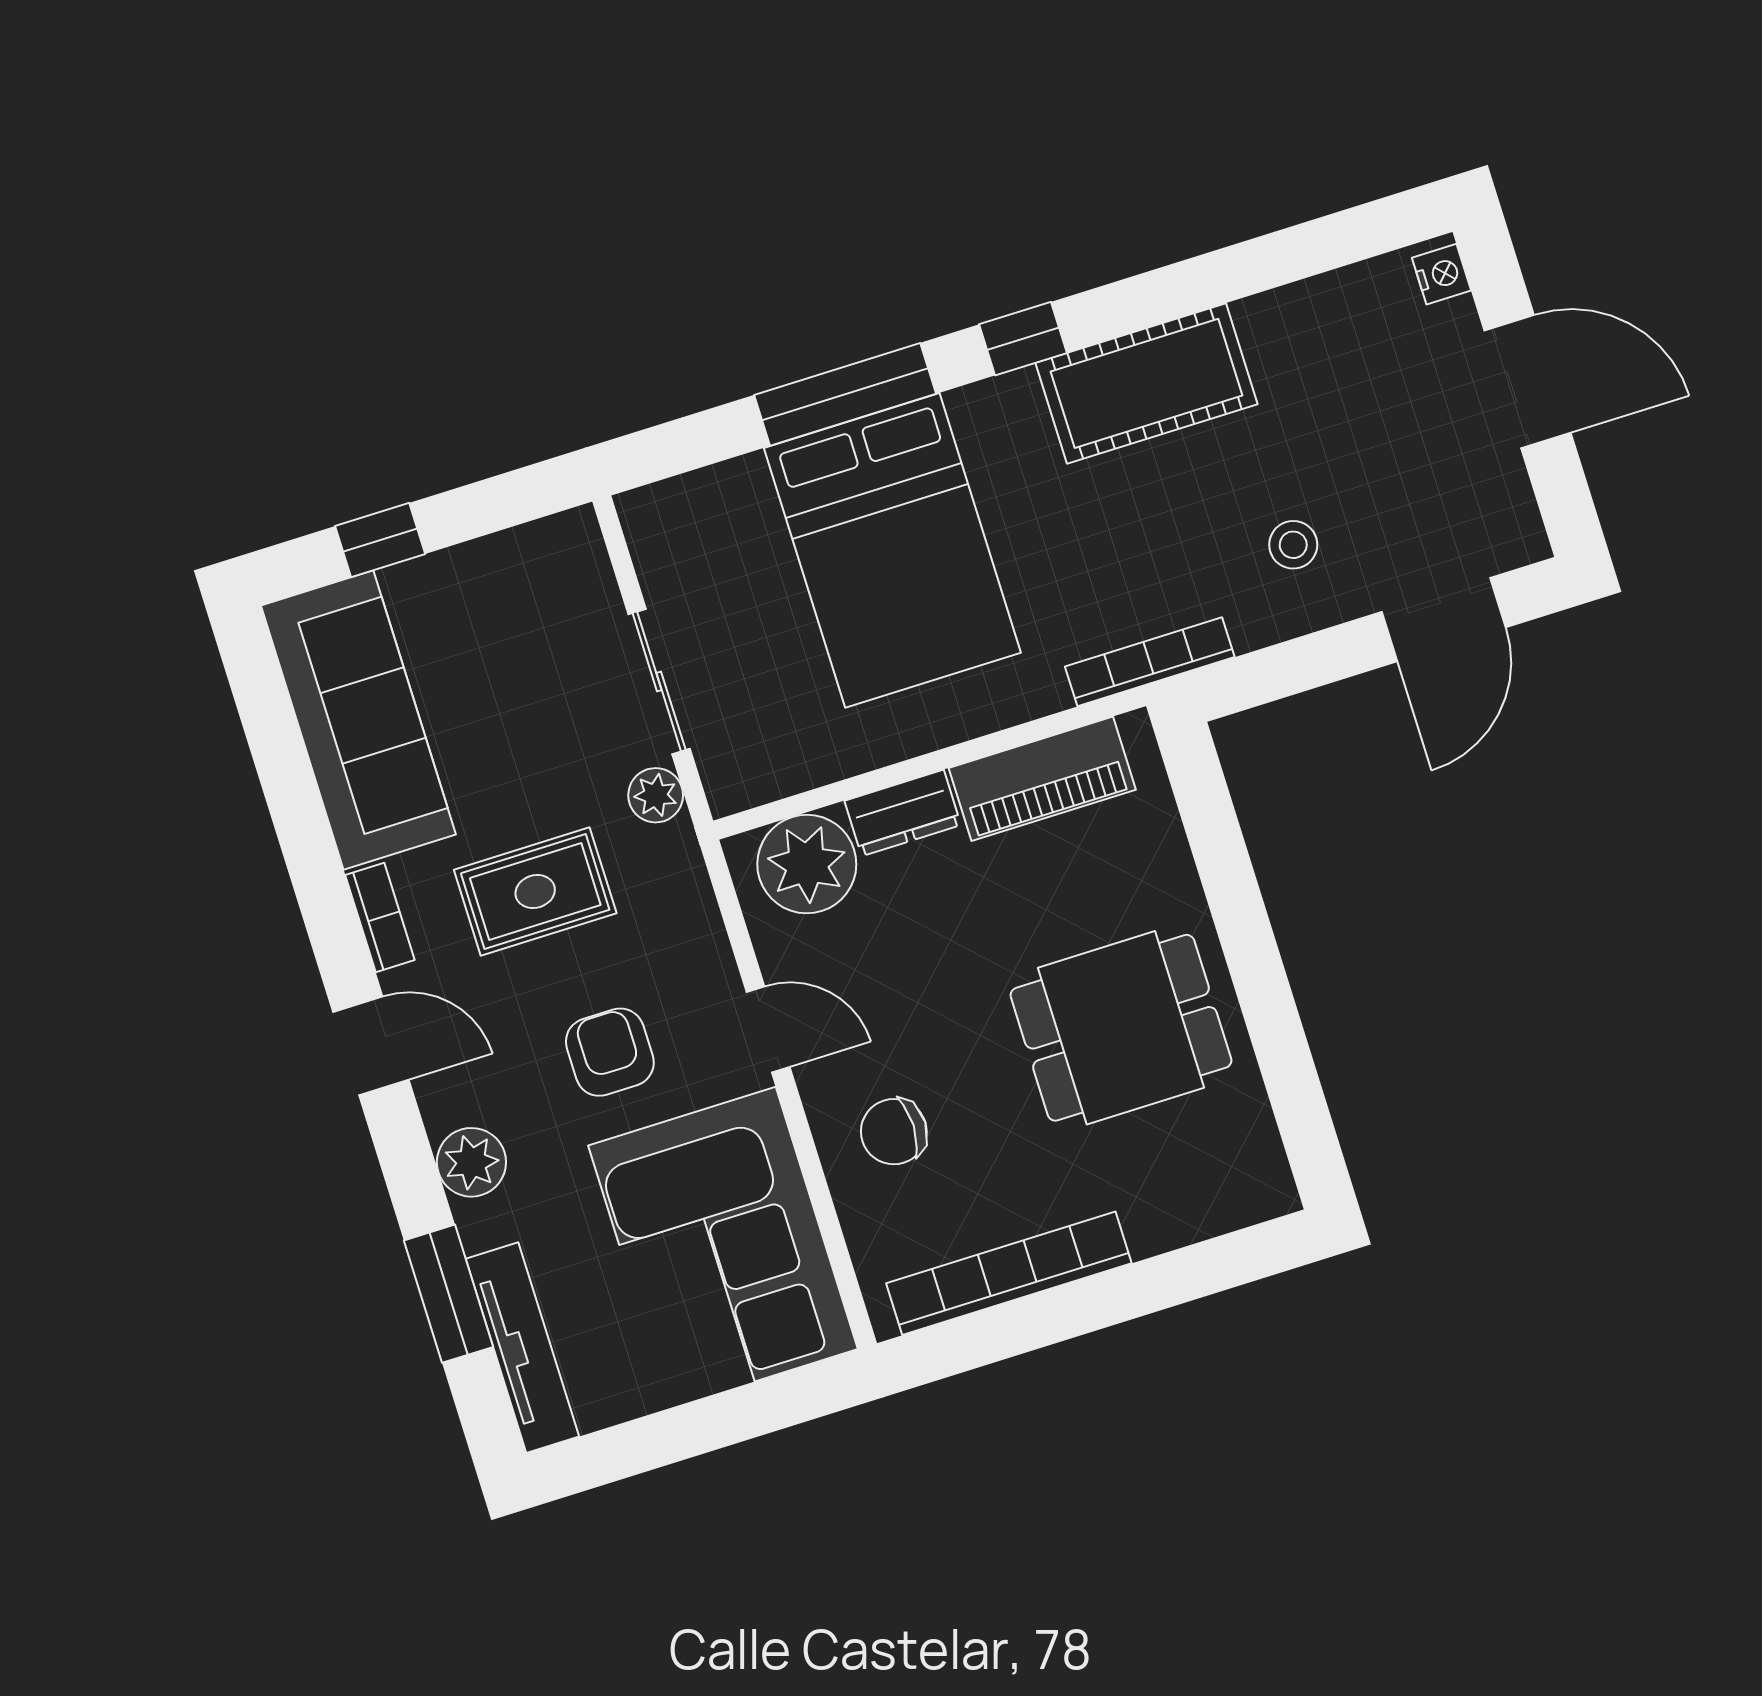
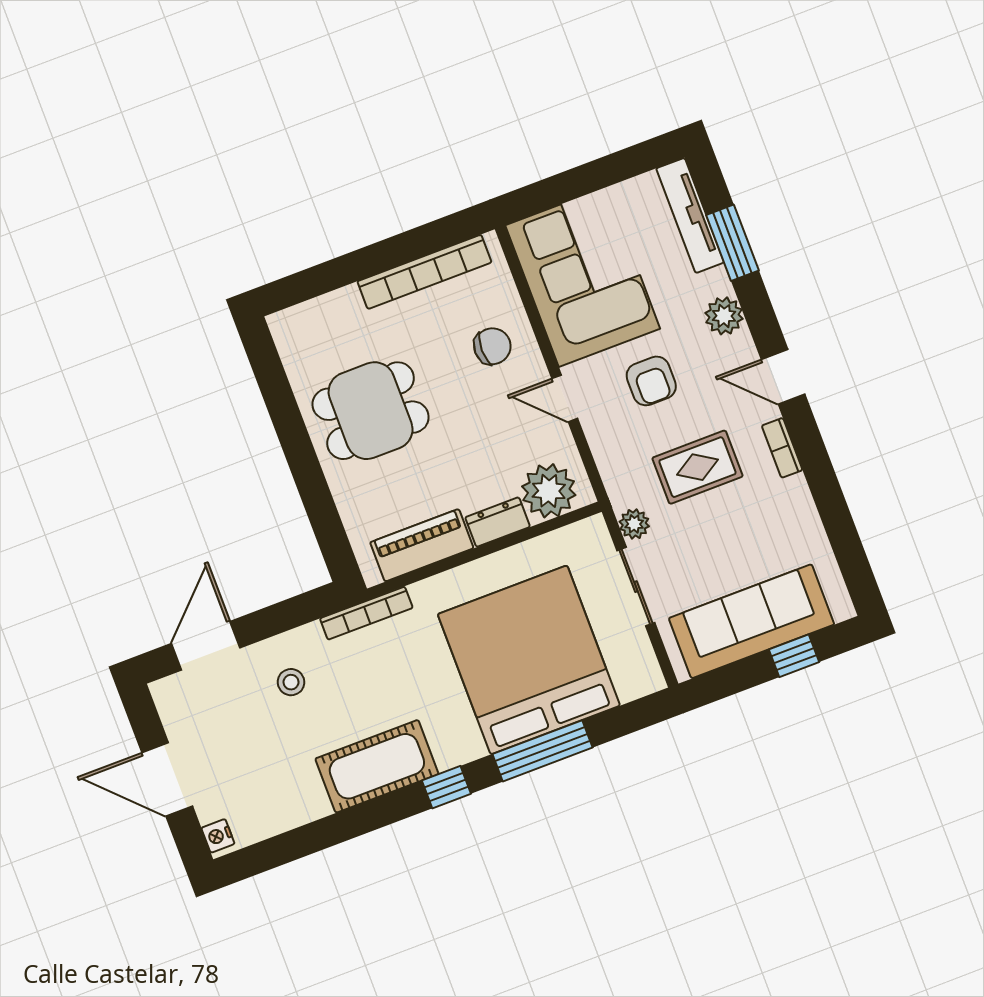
bed: (892, 550) -> (529, 660), width x1.36
sofa: (358, 720) -> (752, 621), moved, turned 90

